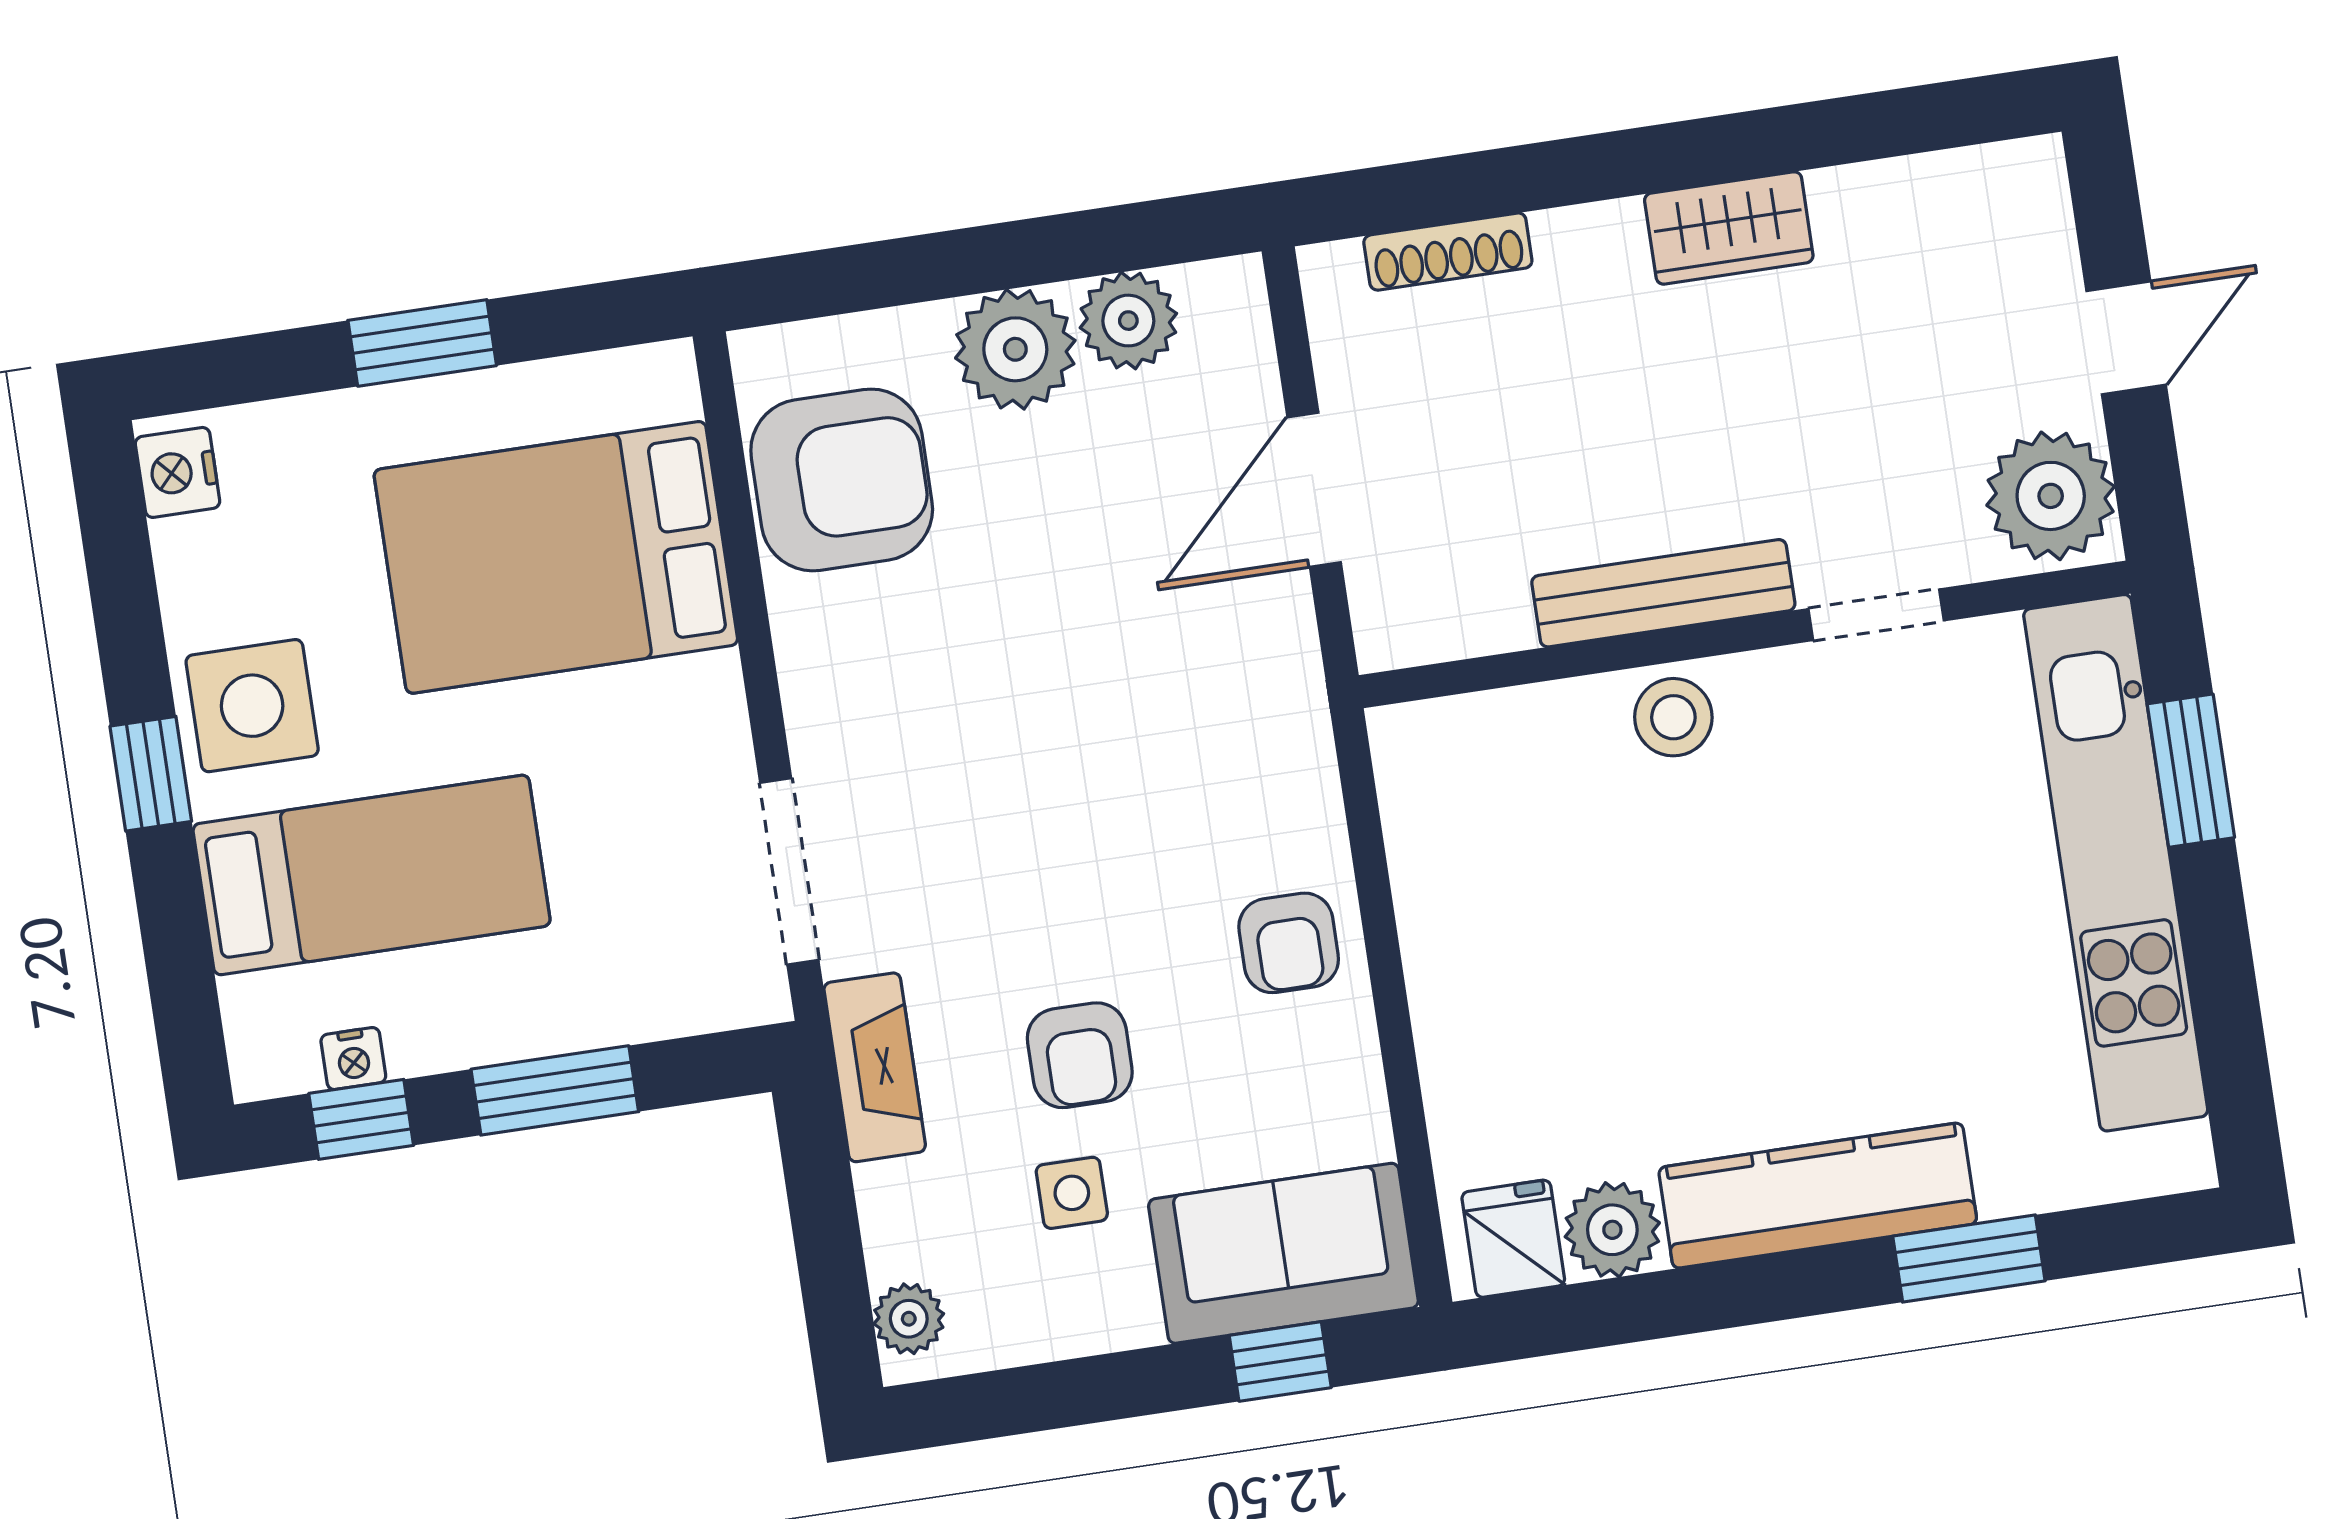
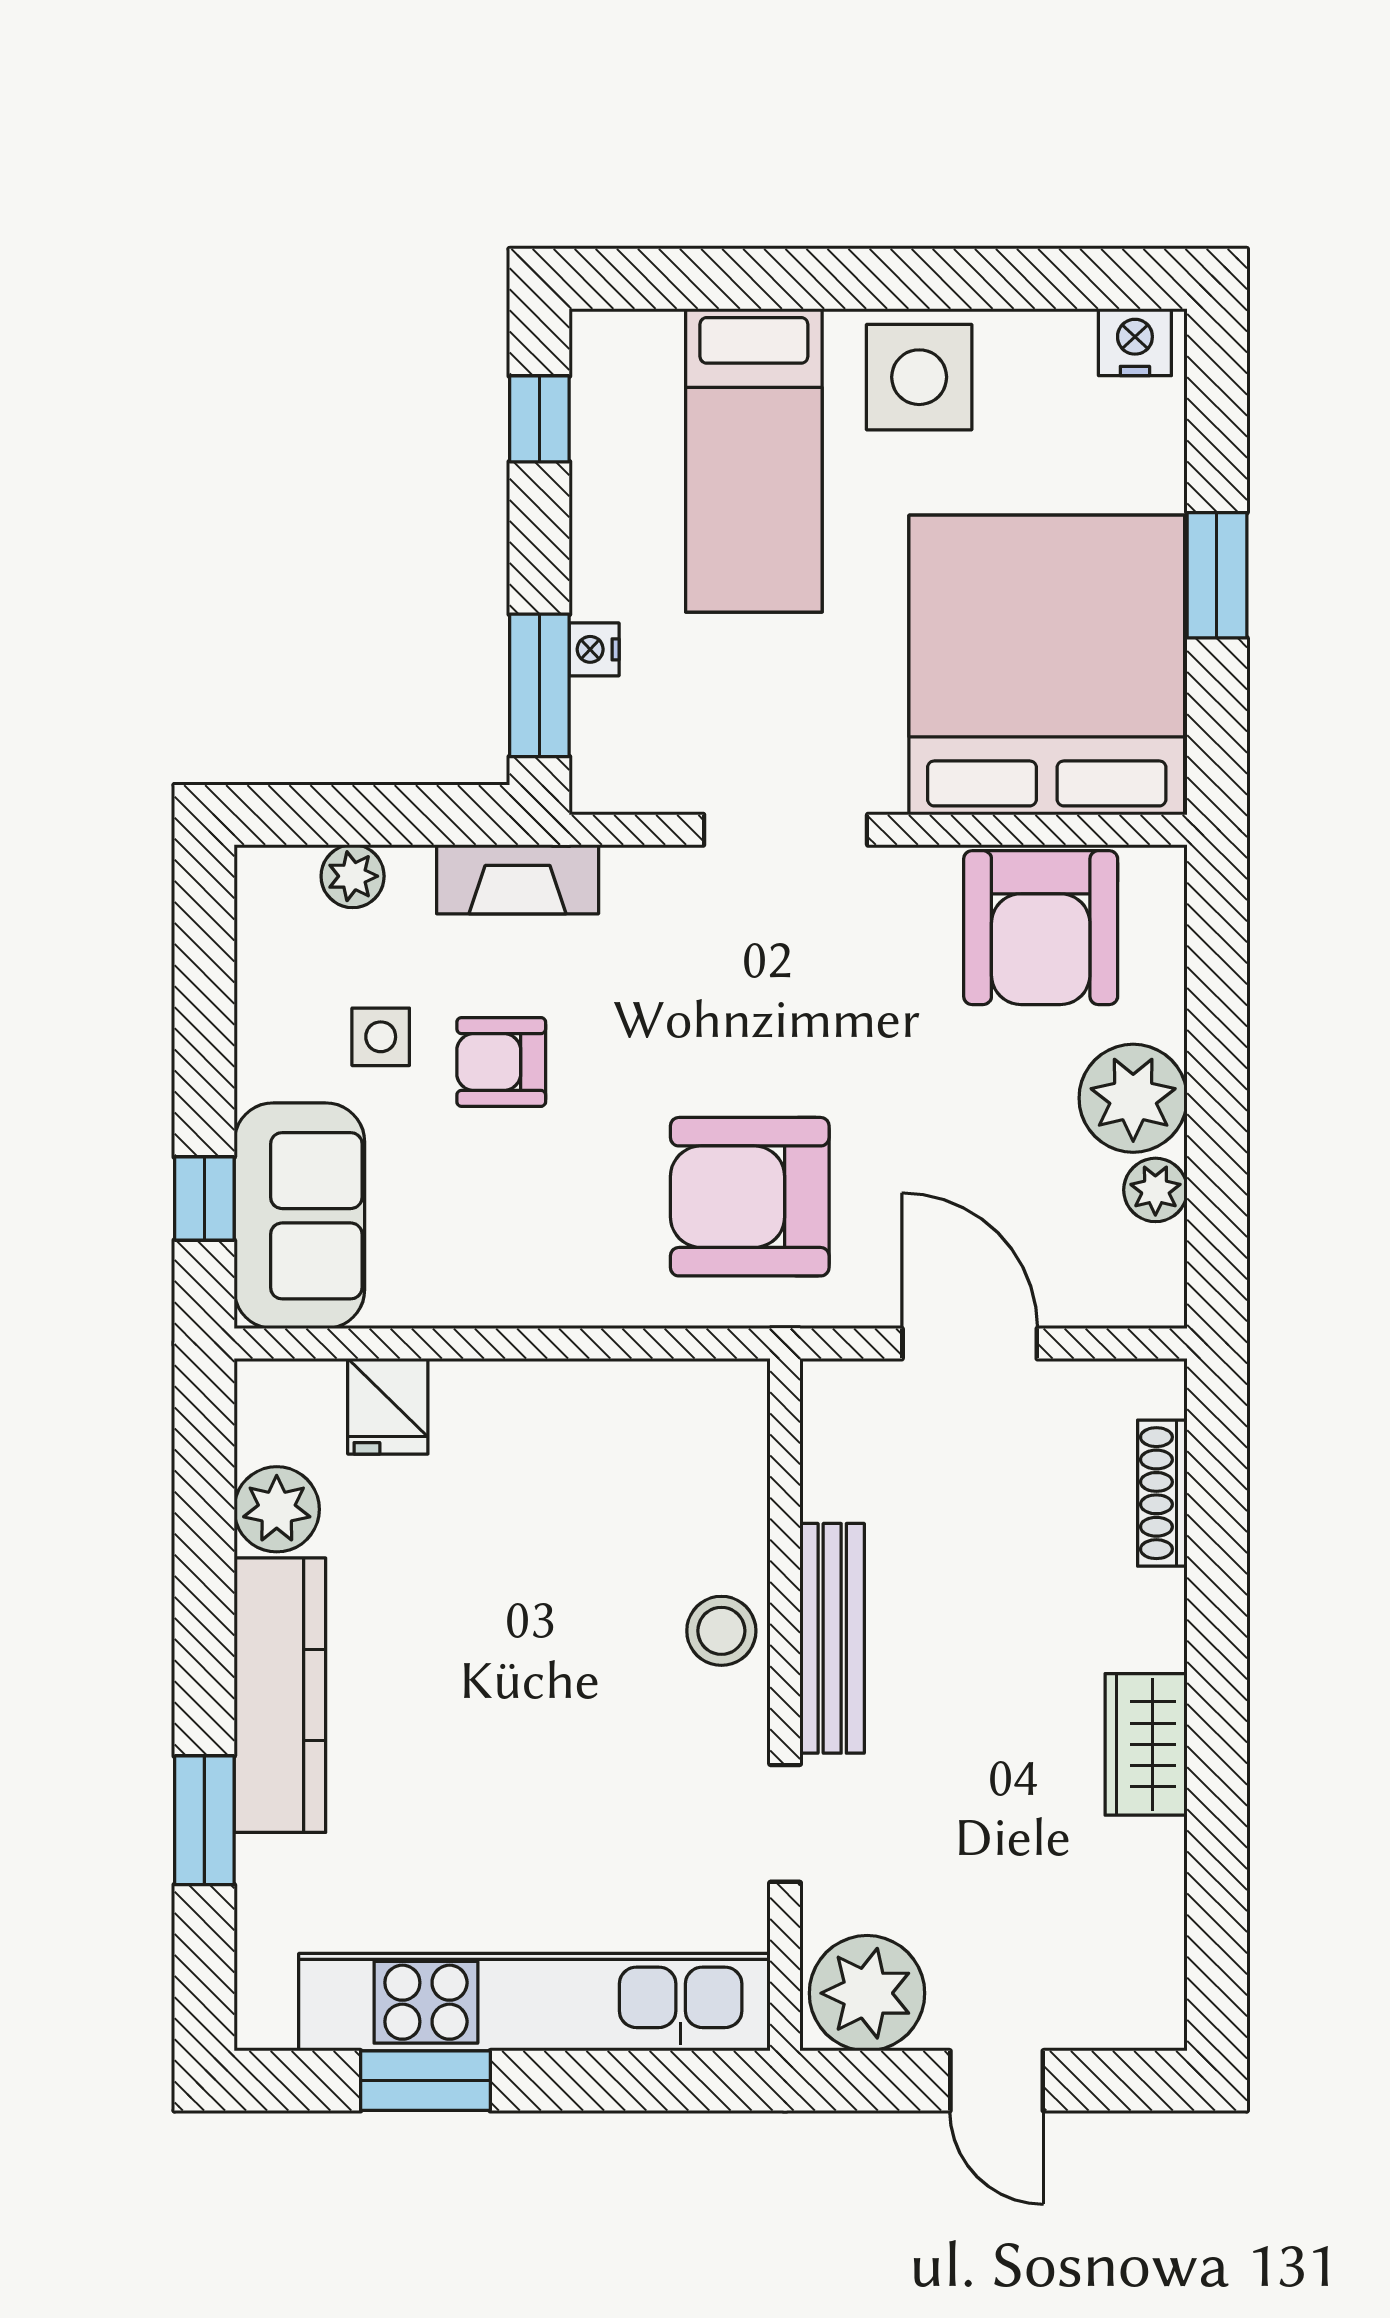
plant: (1128, 321) -> (1155, 1190), width x0.73, depth x0.73
bed: (556, 557) -> (1047, 665), width x1.36
window: (2191, 771) -> (425, 2081), moved
window: (151, 774) -> (872, 279), removed
doorway: (789, 871) -> (786, 830), moved
armchair: (1289, 943) -> (750, 1197), moved, width x1.88, depth x1.88
nightstand: (353, 1059) -> (594, 649), moved
window: (555, 1090) -> (539, 685), moved
fridge: (1513, 1239) -> (388, 1406), moved, turned 90
plant: (909, 1319) -> (353, 876), moved

